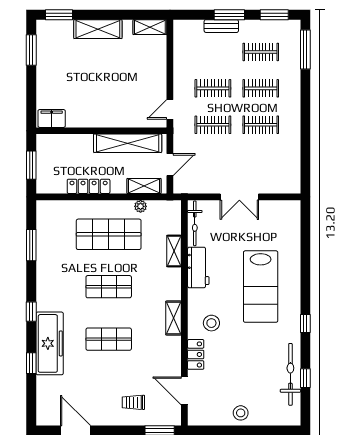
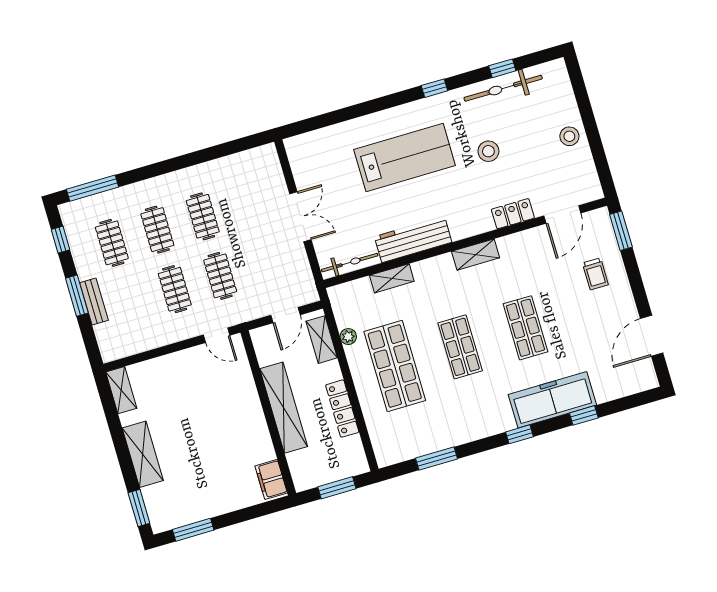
window: (274, 15) -> (60, 240), width x0.67
shelving: (128, 143) -> (284, 408), moved
door: (170, 165) -> (286, 315), swing flipped
workbench: (198, 267) -> (413, 239), width x1.38
stool: (211, 323) -> (488, 151), moved

